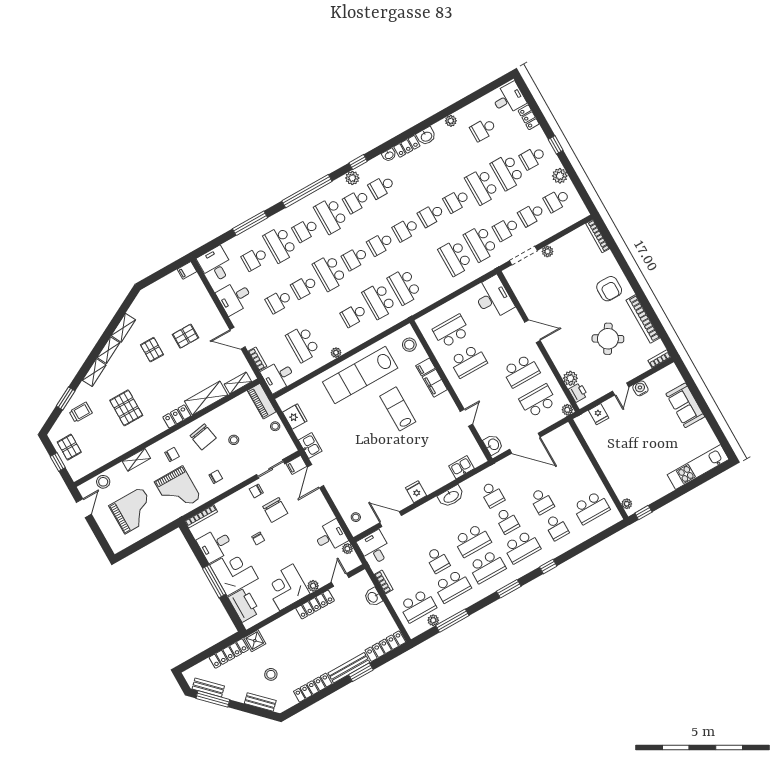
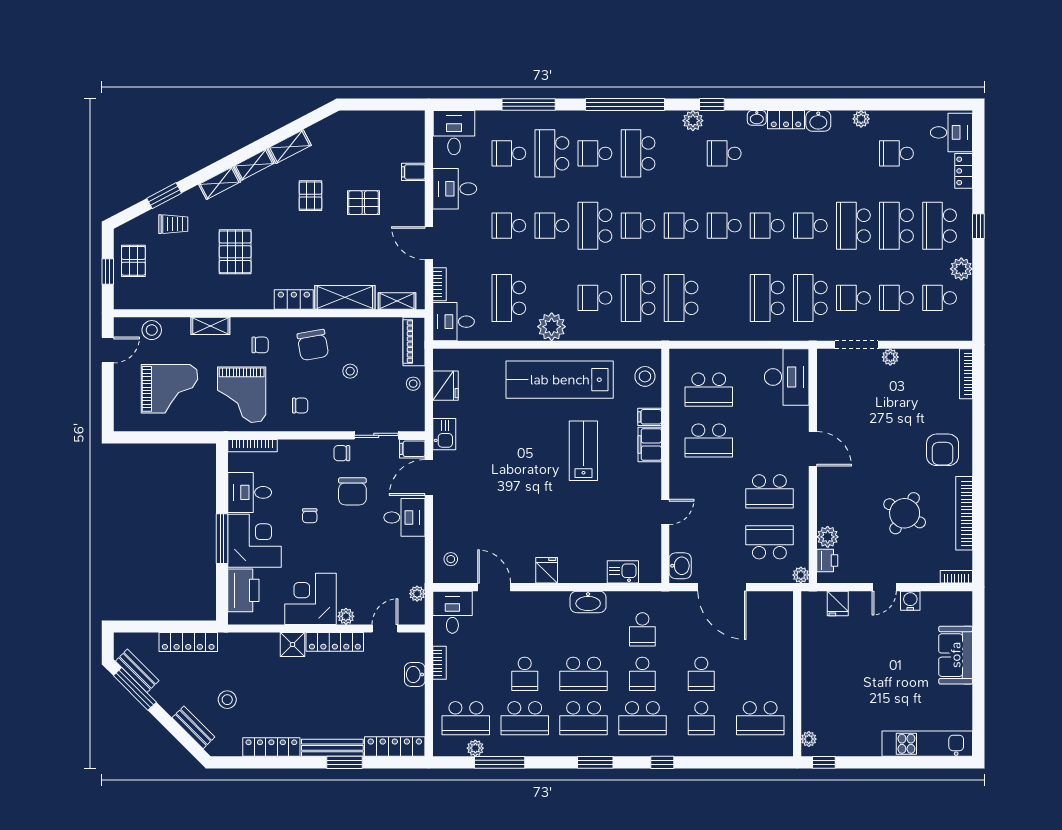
school desk: (533, 158) -> (940, 226), width x1.85
school desk: (356, 201) -> (681, 153), removed
filing cabinet: (187, 270) -> (413, 172), moved
school desk: (451, 331) -> (709, 390), turned 180
plant: (336, 353) -> (552, 327), width x1.88, depth x1.88
desk: (331, 536) -> (404, 517), moved
shower: (255, 641) -> (293, 645), moved

